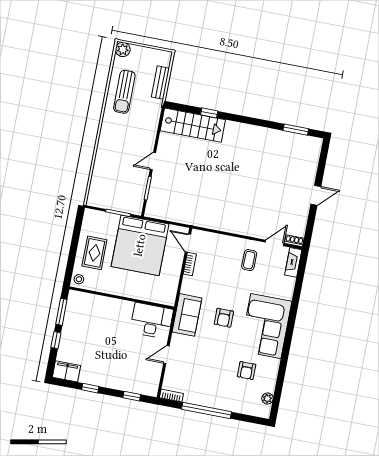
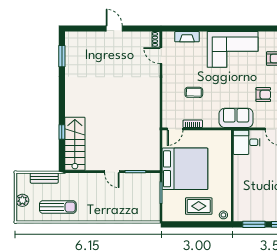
plant: (123, 49) -> (22, 200), moved
coffee table: (249, 260) -> (194, 92), moved
fireplace: (293, 262) -> (187, 37), moved
armchair: (224, 318) -> (263, 95), moved
desk: (152, 321) -> (247, 142), width x0.73

